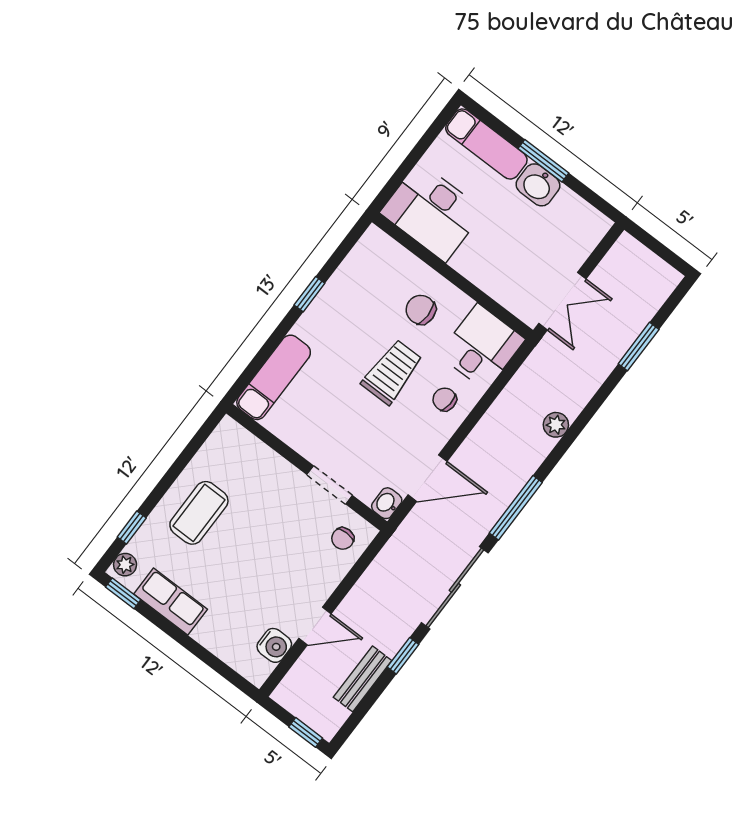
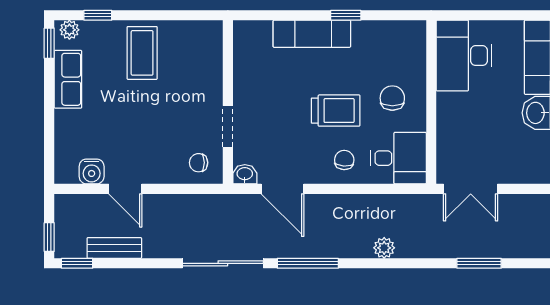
exam couch: (274, 377) -> (312, 34), moved
coffee table: (199, 513) -> (142, 53), turned 90
window: (403, 656) -> (77, 263), moved

